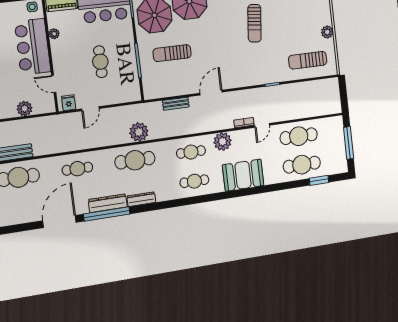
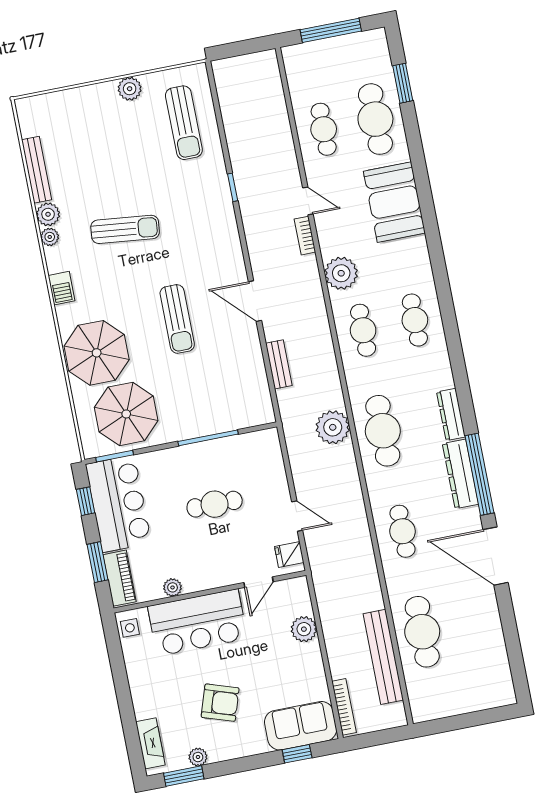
sun lounger: (172, 53) -> (177, 319), moved
cafe table: (299, 136) -> (324, 129), width x0.73, depth x0.74
booth: (243, 175) -> (394, 202), moved

